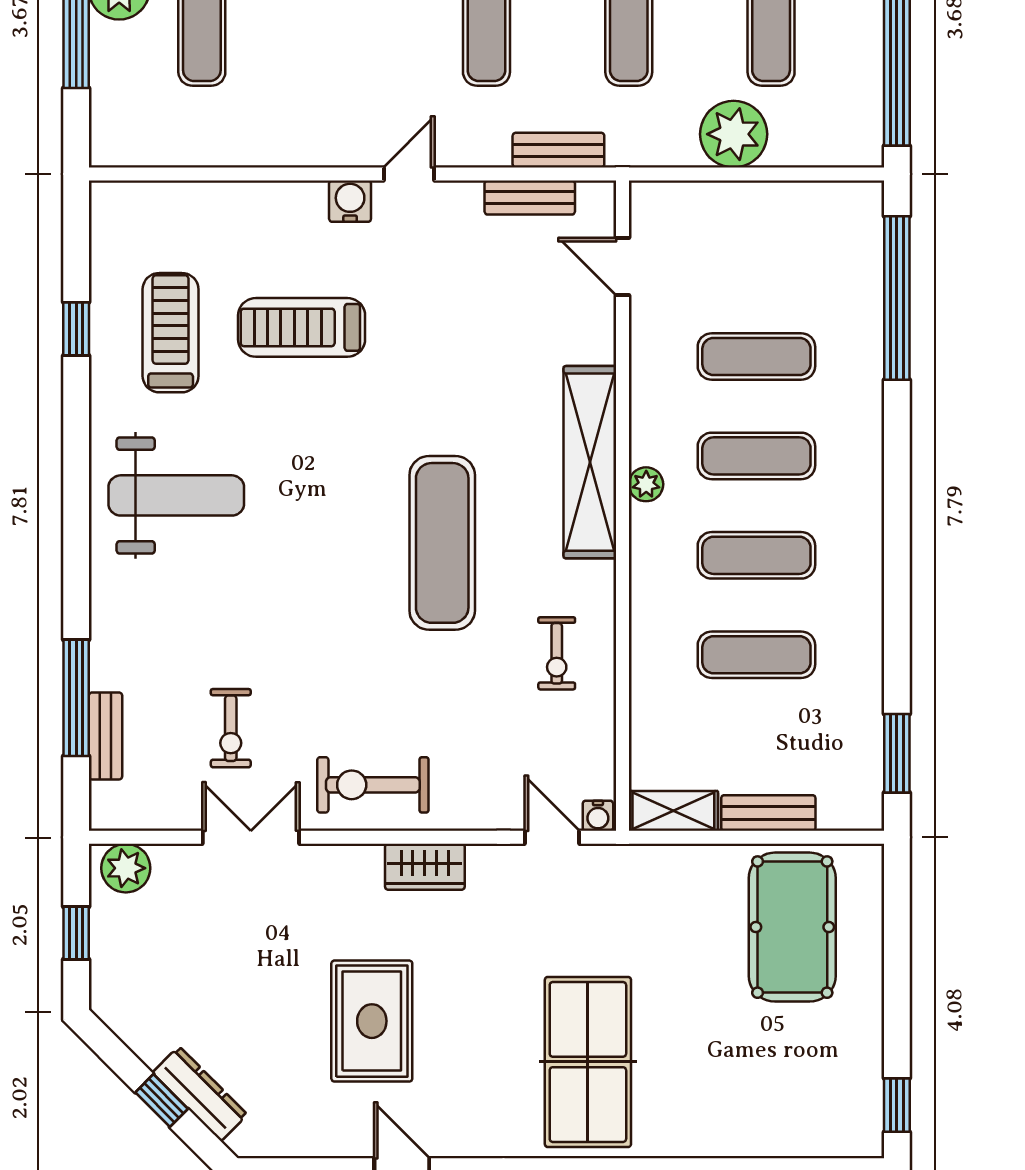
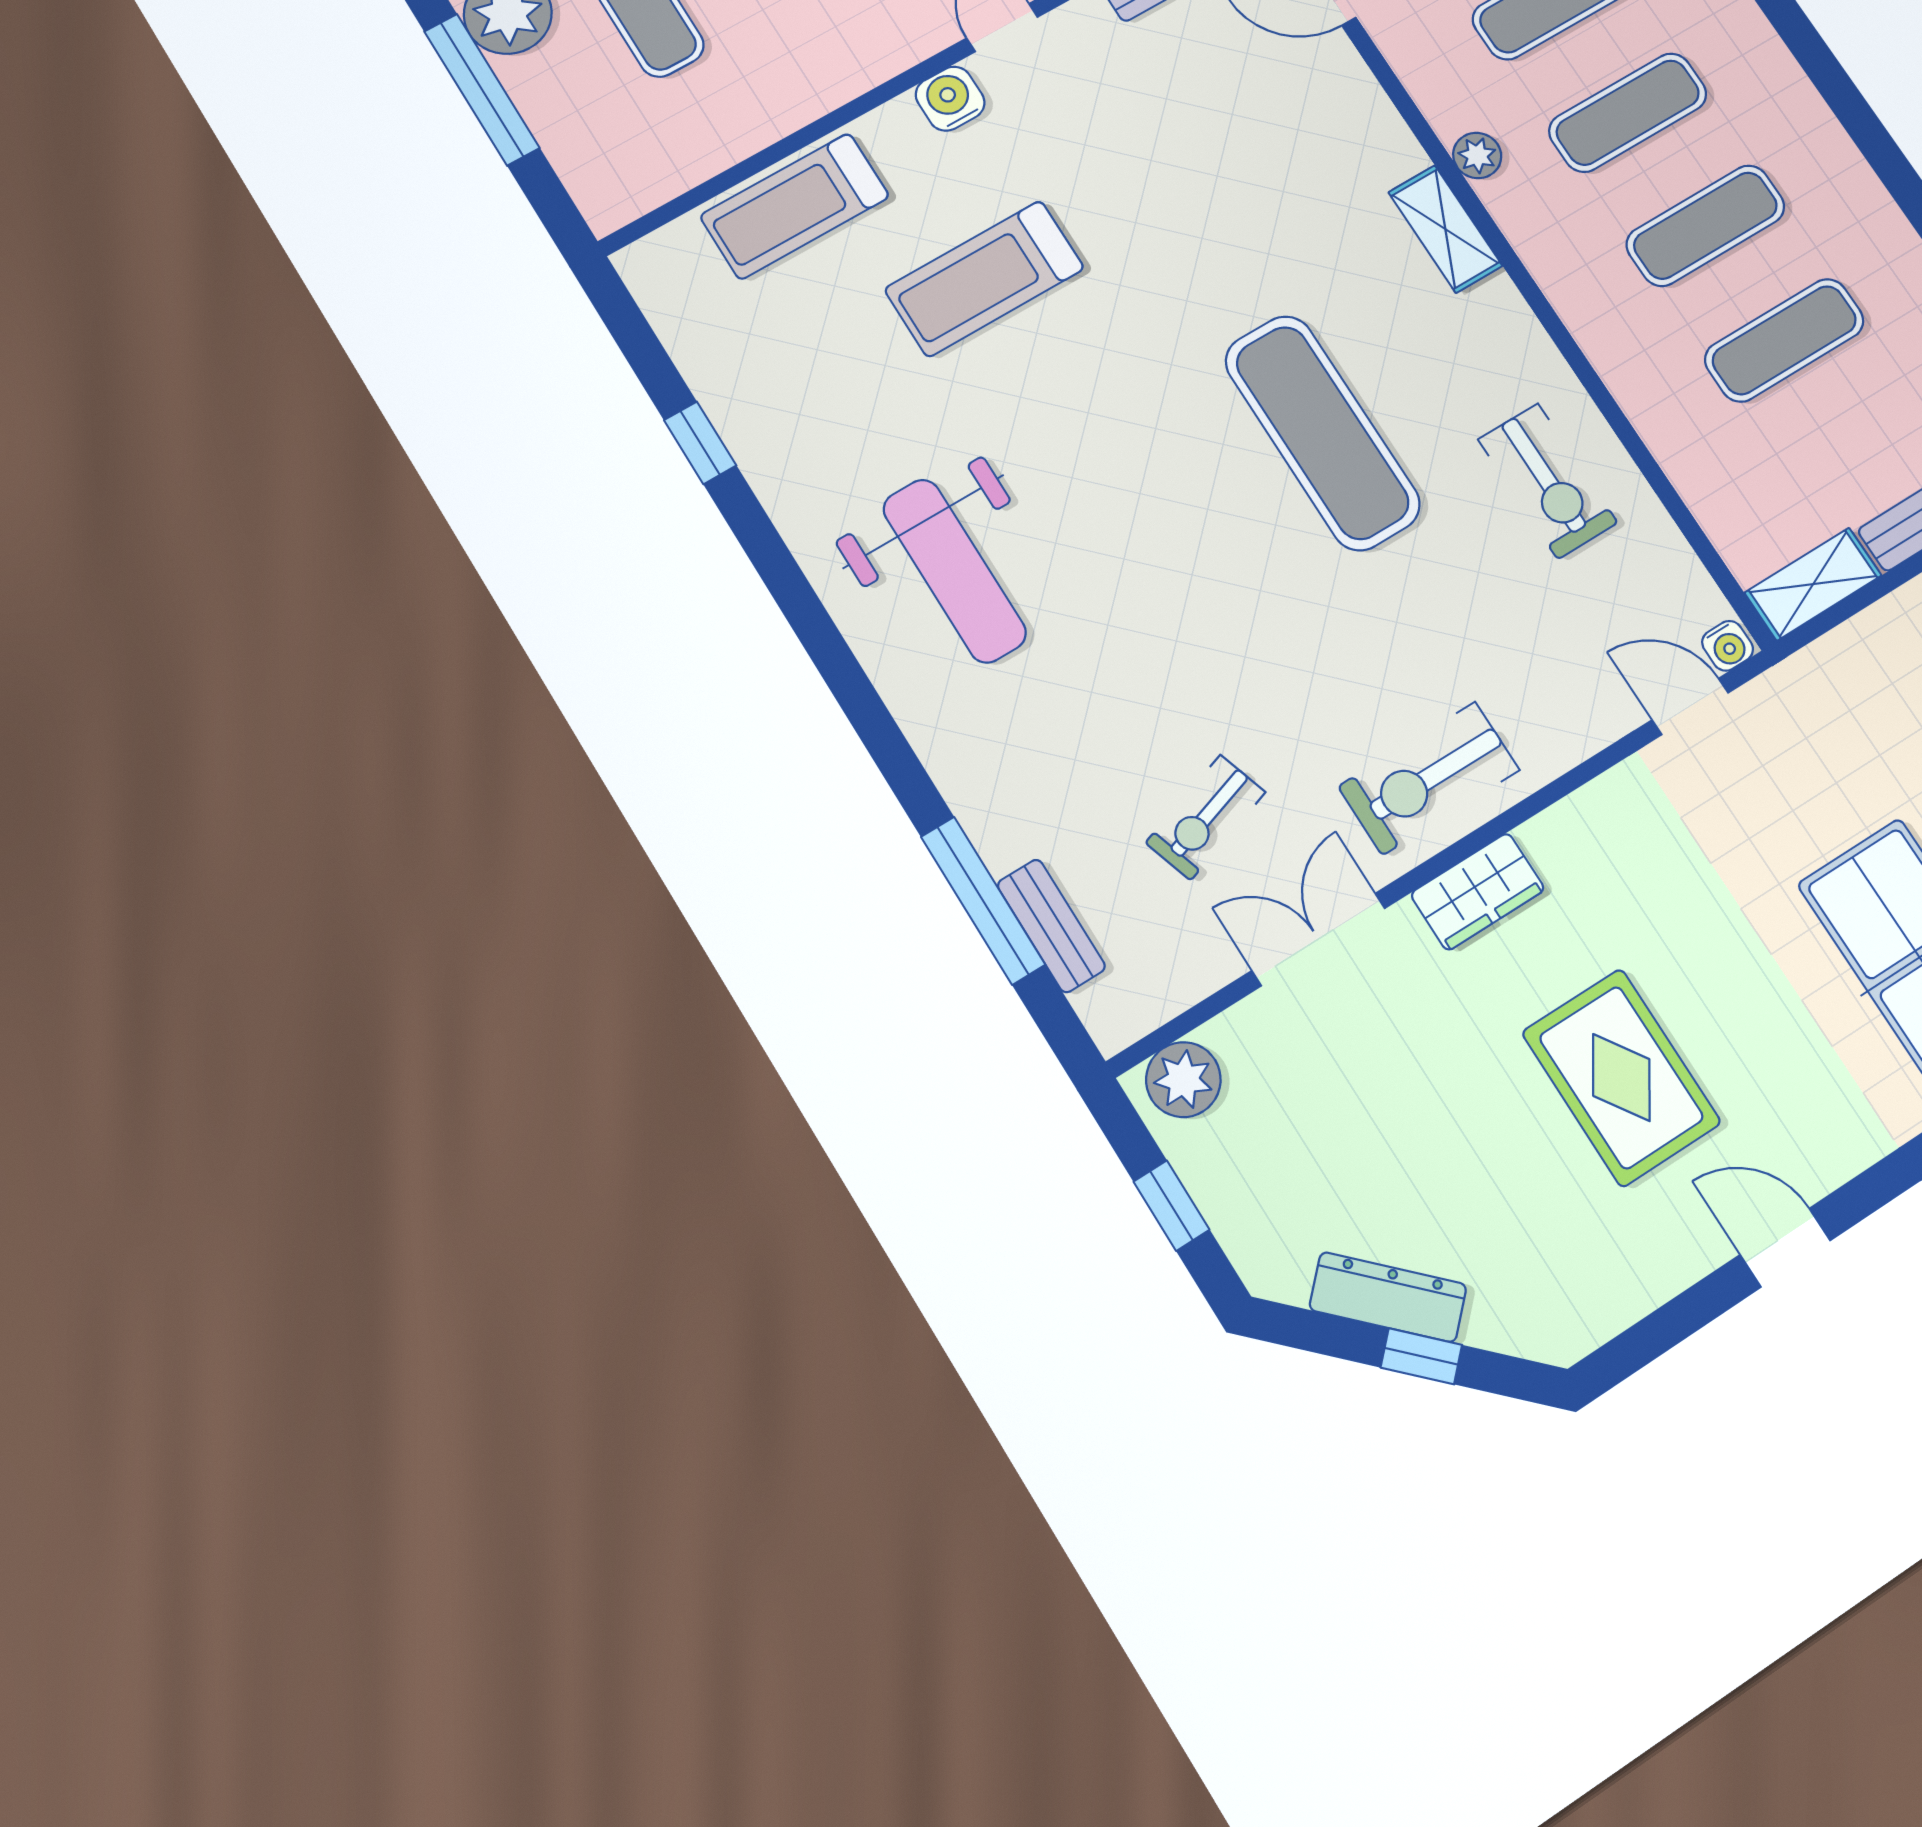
treadmill: (171, 333) -> (795, 206), moved, turned -90
shelving: (590, 462) -> (1445, 229), width x0.45, depth x0.75
plant: (646, 484) -> (1477, 155), moved
weight bench: (176, 495) -> (955, 571), turned 90
exercise bike: (557, 653) -> (1548, 481), width x1.38, depth x1.39
exercise bike: (231, 728) -> (1206, 817), turned 72
wardrobe: (425, 867) -> (1478, 892), moved
dresser: (200, 1094) -> (1388, 1297), moved

